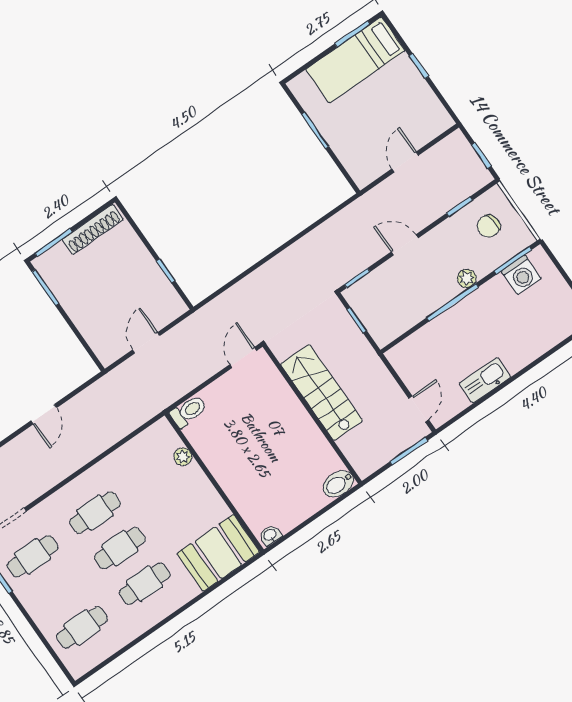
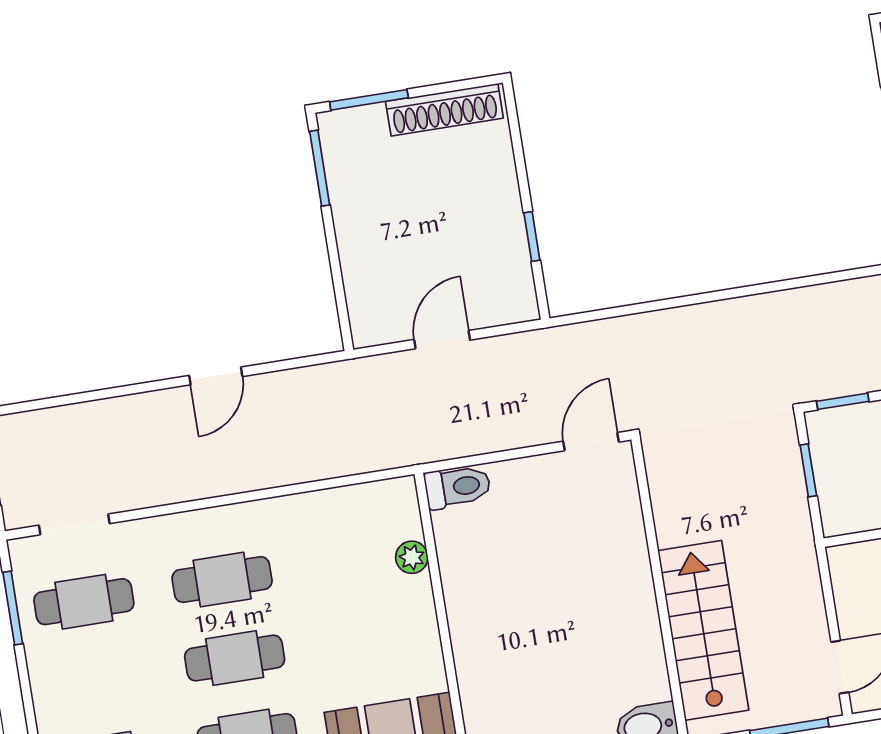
stairs: (321, 392) -> (703, 630), moved

